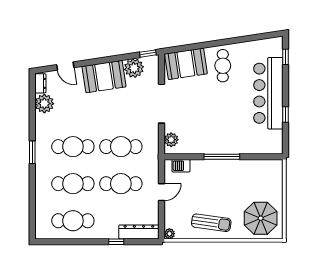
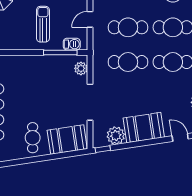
window: (222, 157) -> (60, 52), moved
sun lounger: (212, 187) -> (43, 24), added

